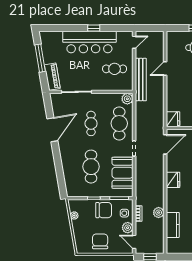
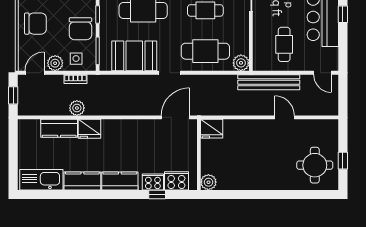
door: (165, 144) -> (175, 117), swing flipped
fridge: (173, 180) -> (90, 129), moved

